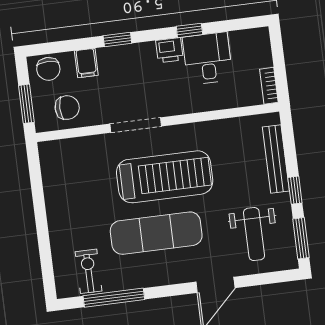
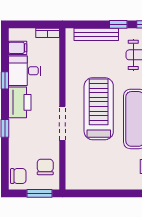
printer: (169, 50) -> (20, 102), width x1.87, depth x1.48
filing cabinet: (86, 63) -> (18, 48), moved

